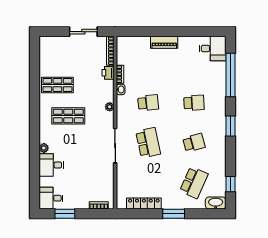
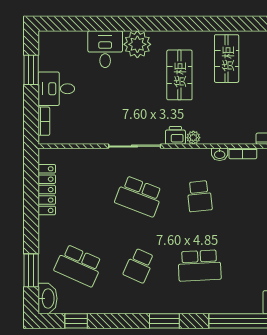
printer: (108, 73) -> (175, 135), moved
school desk: (194, 103) -> (200, 266), width x1.85
school desk: (148, 143) -> (139, 196), turned 33
school desk: (194, 143) -> (139, 266), turned 39
plant: (44, 148) -> (137, 44), width x1.87, depth x1.87
desk: (51, 198) -> (56, 89), moved, turned -90
window: (174, 214) -> (31, 270), moved

